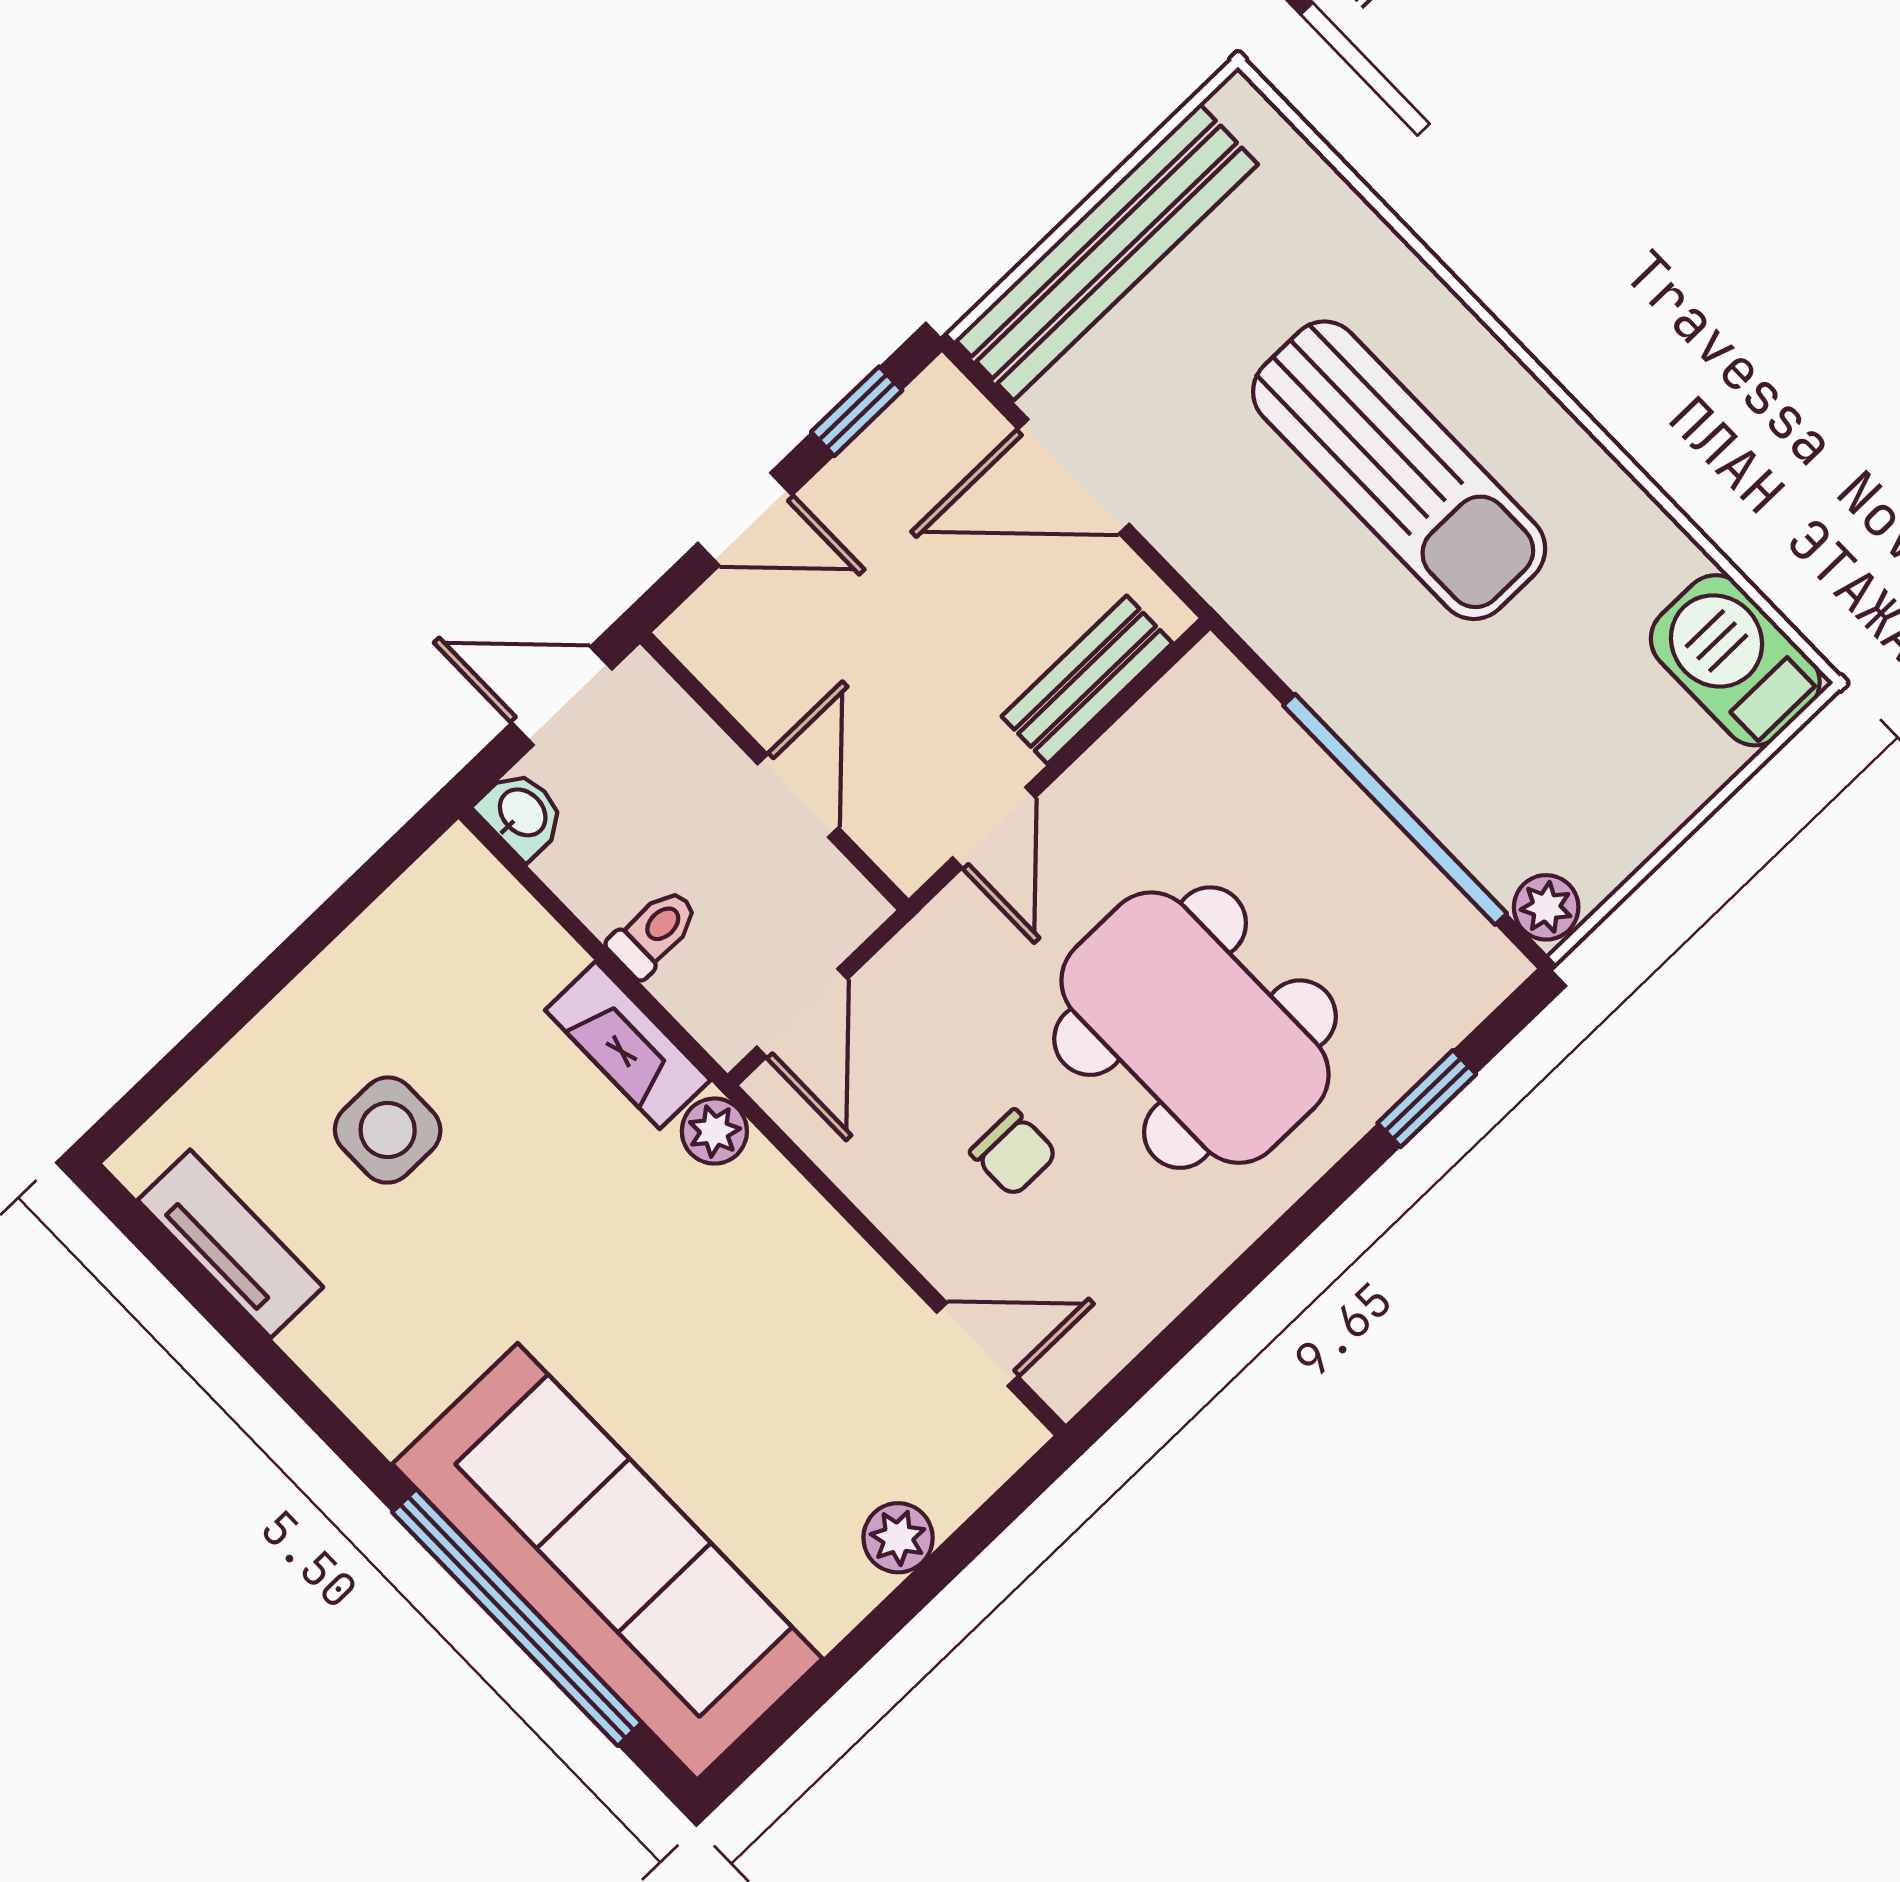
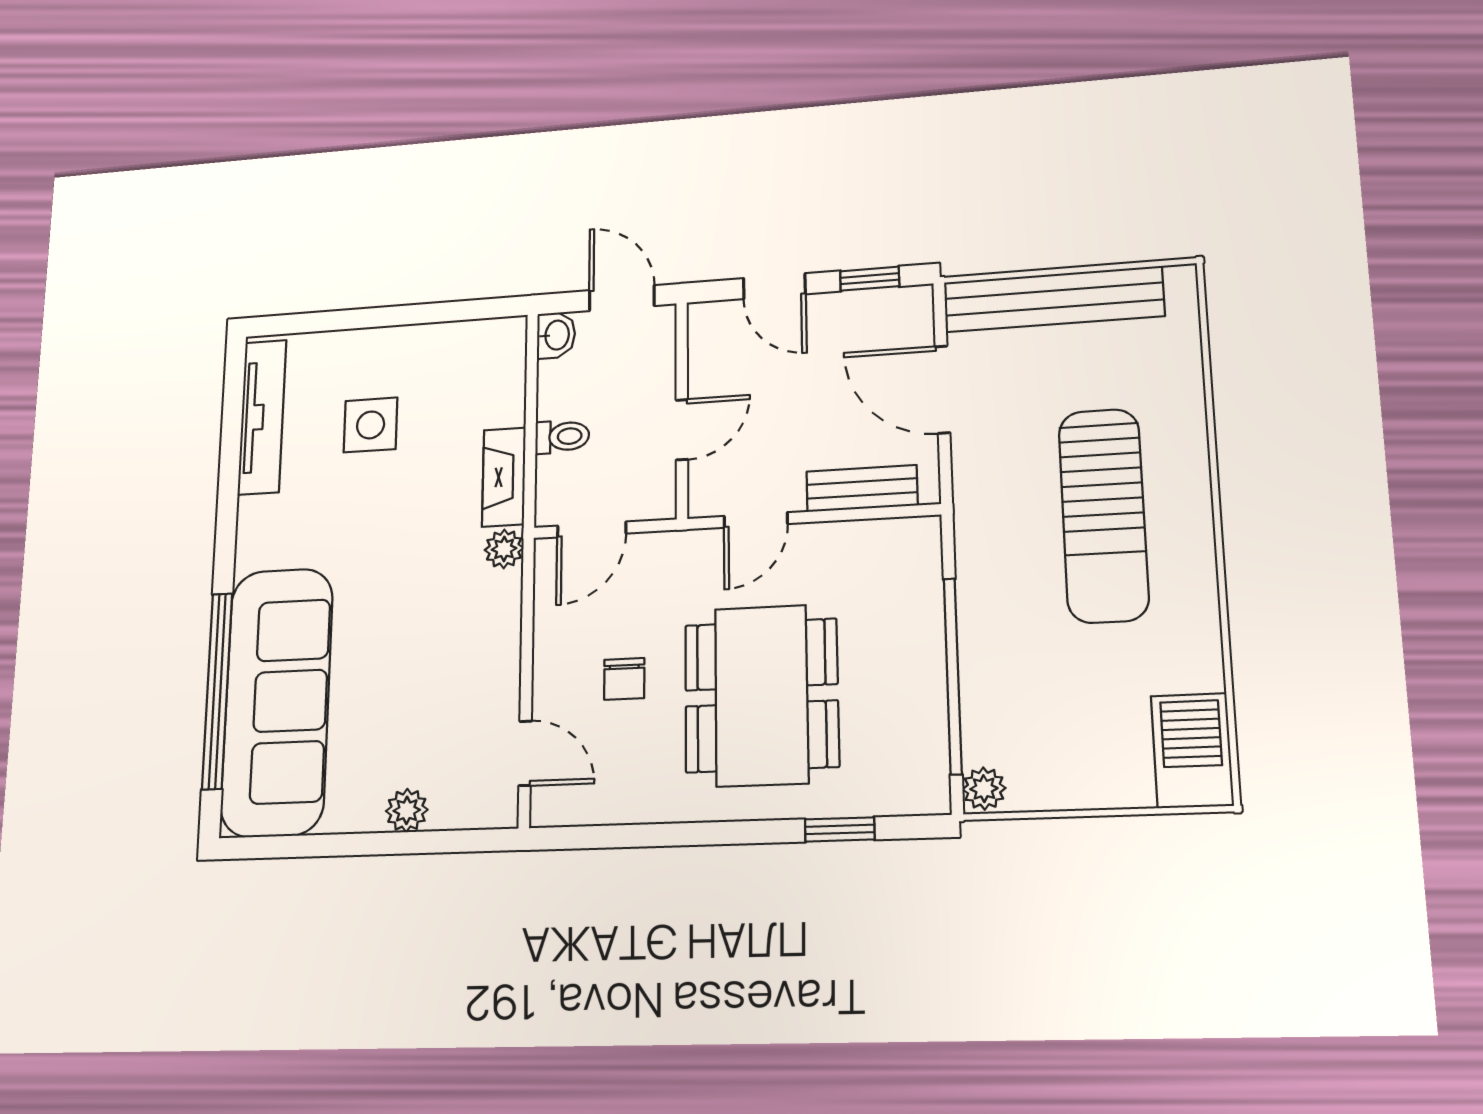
tv unit: (230, 1244) -> (262, 417), width x1.41

